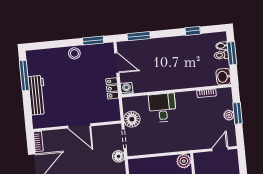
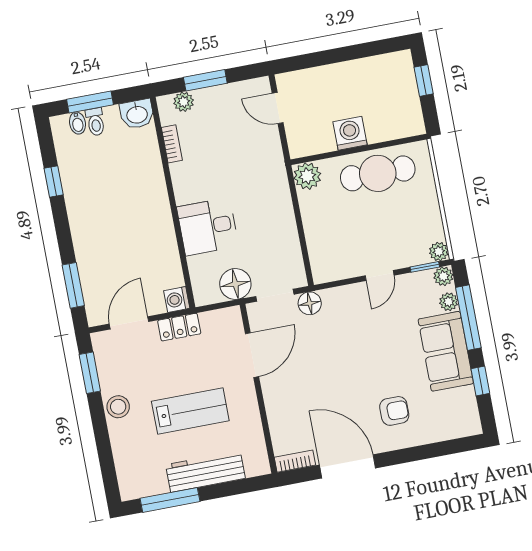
lab bench: (69, 90) -> (190, 411), added
plant: (229, 115) -> (184, 102), moved
door: (79, 126) -> (252, 355), moved

